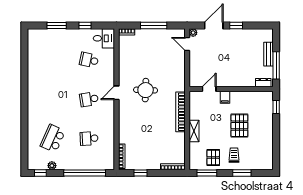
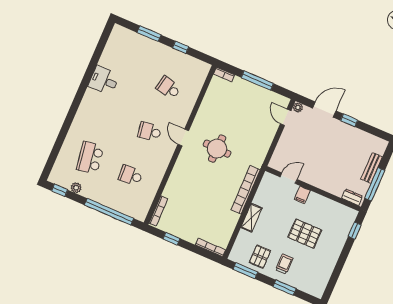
desk: (104, 38) -> (104, 80), moved, turned 180
door: (116, 93) -> (183, 138), hinge flipped
pallet: (239, 126) -> (305, 234), turned 90
school desk: (53, 138) -> (90, 158), turned -33

